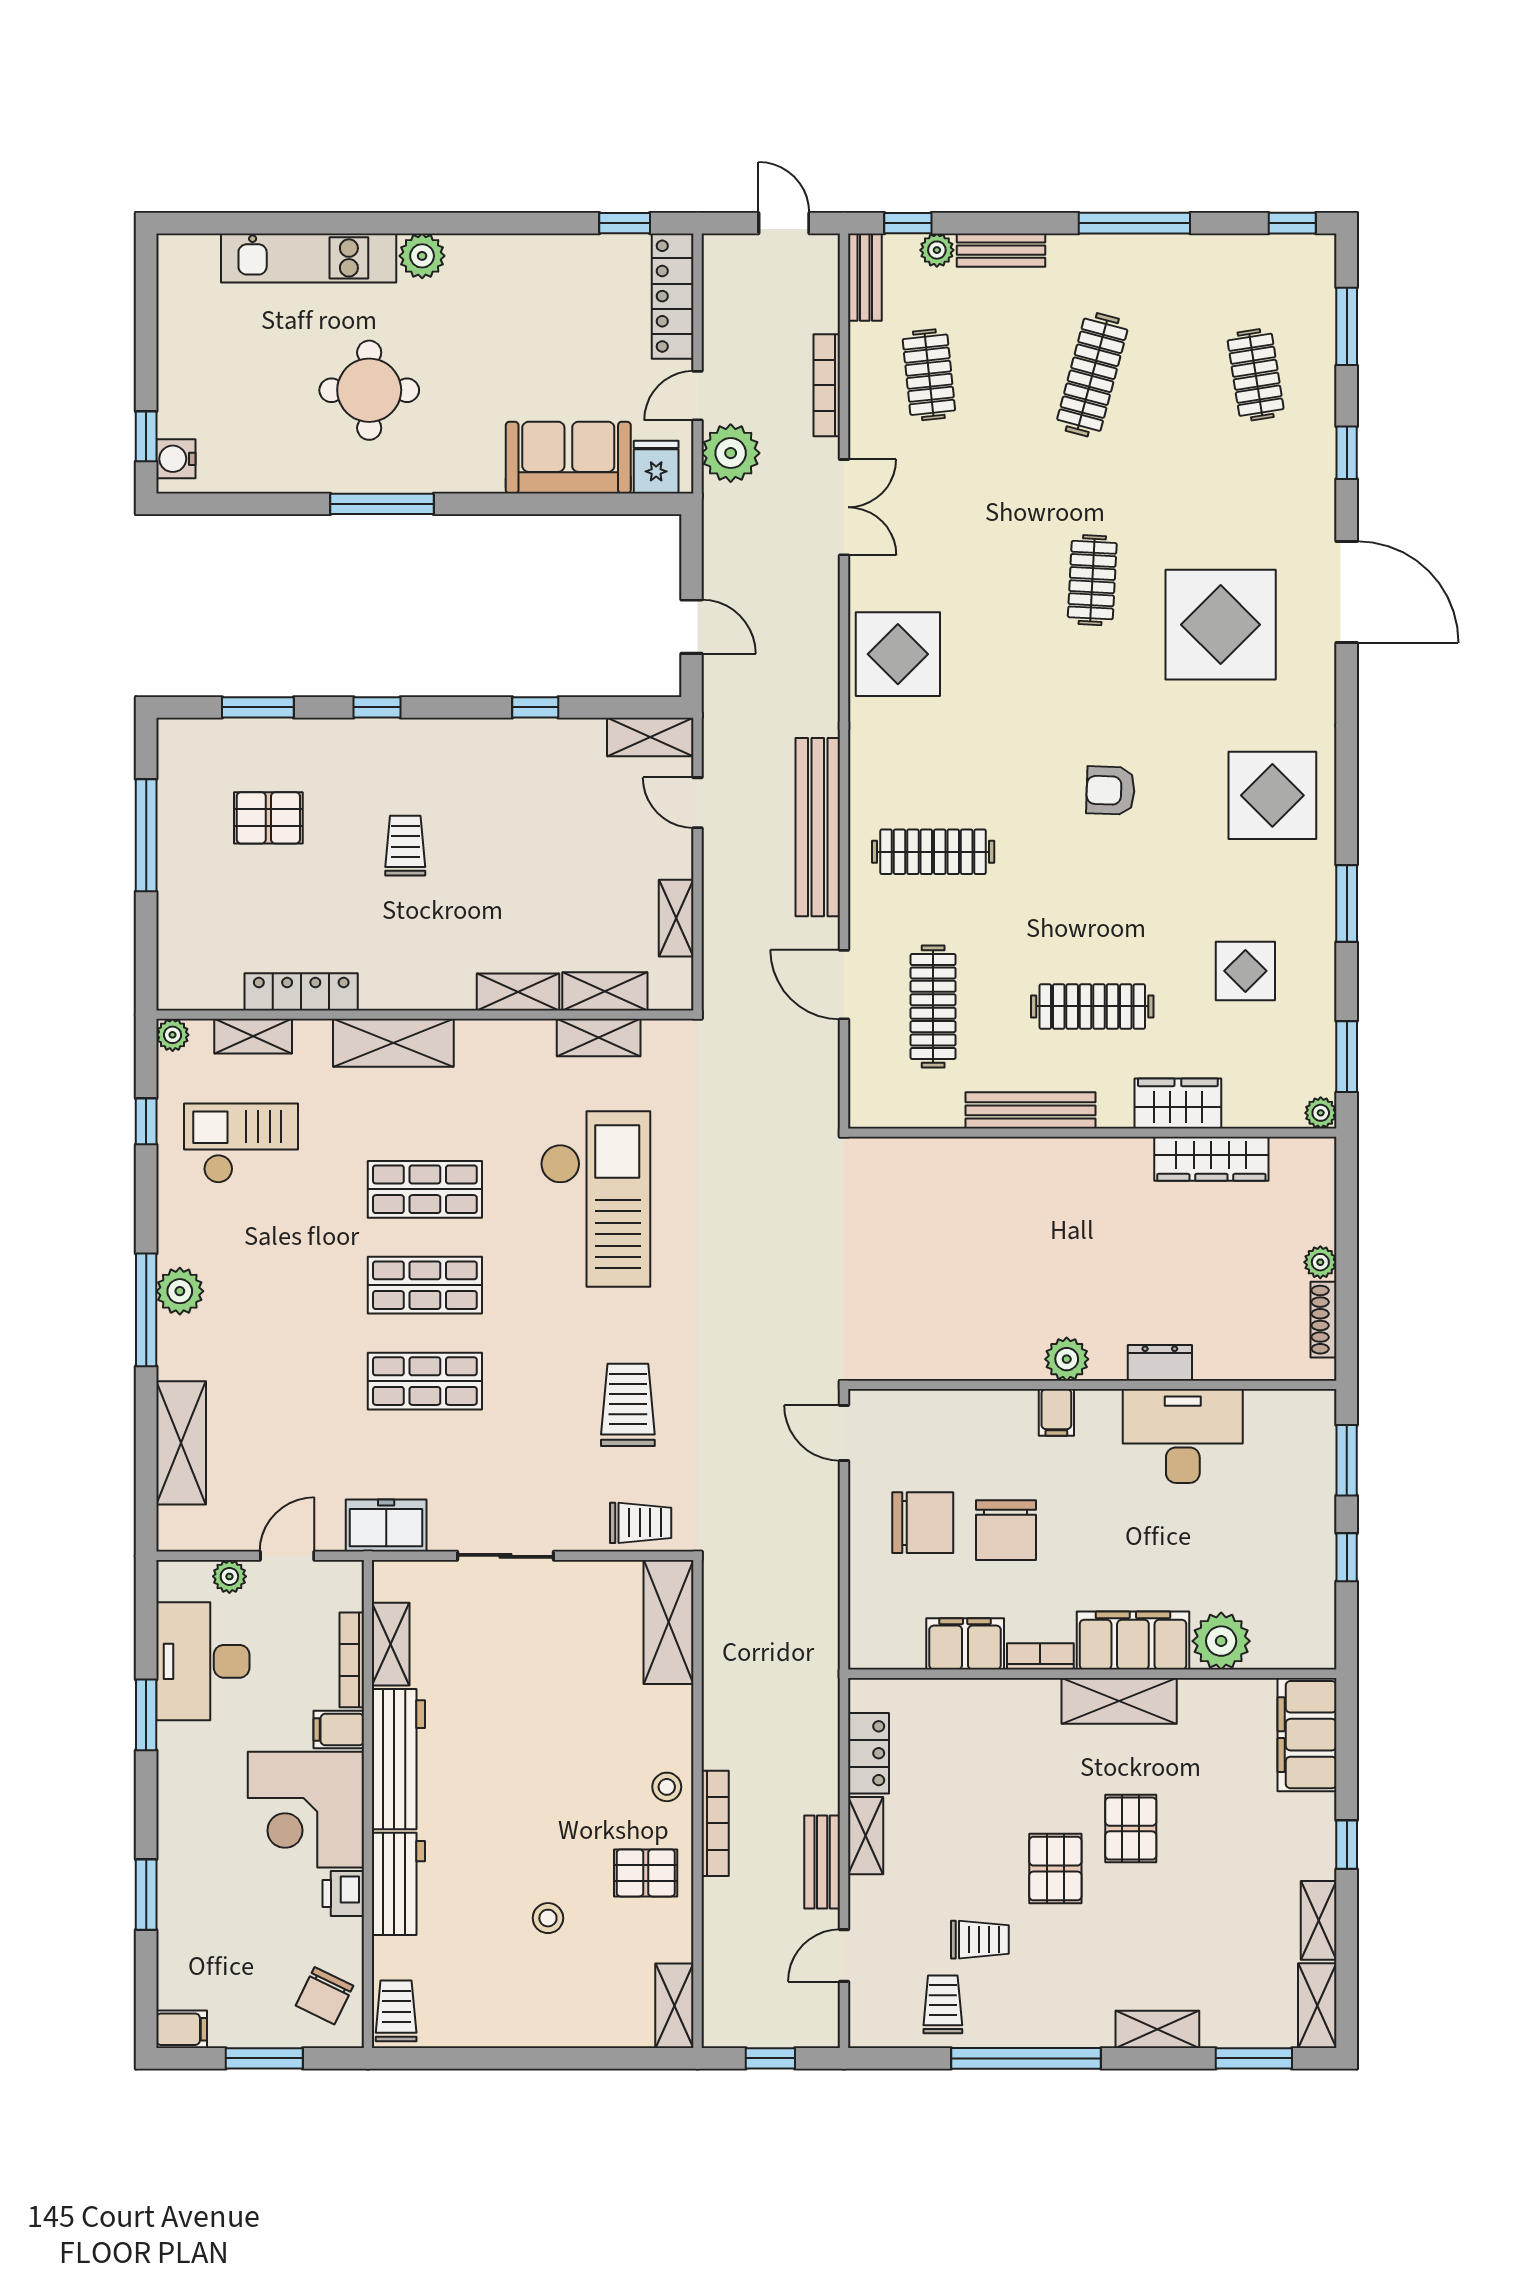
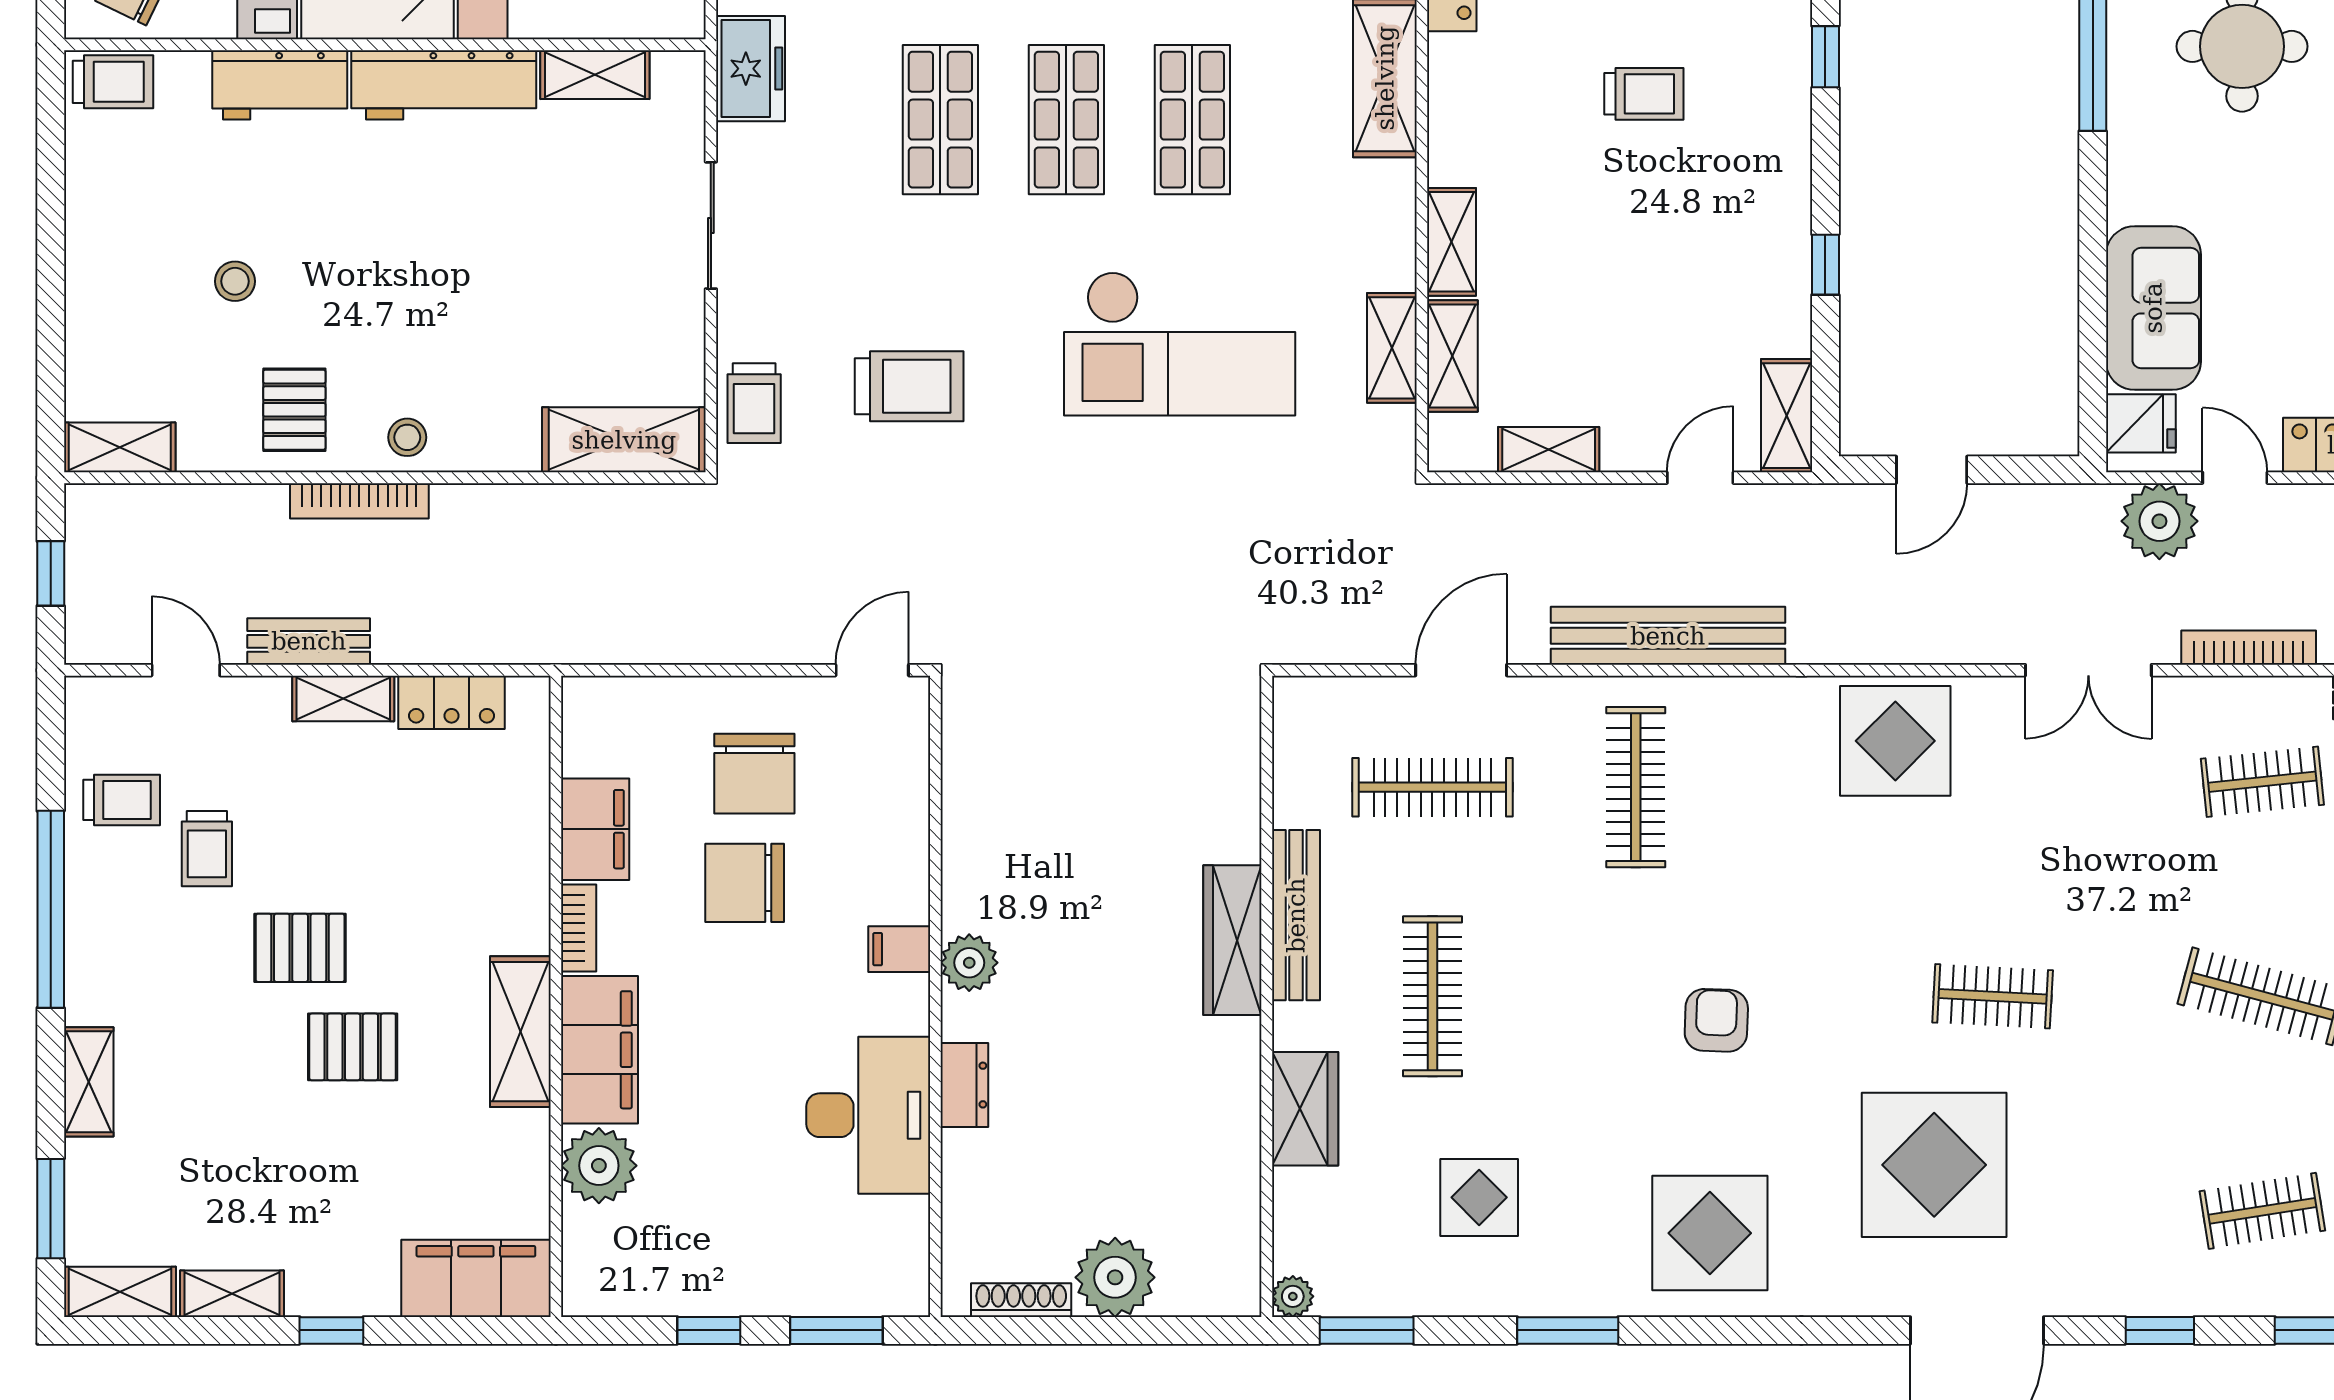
wardrobe: (1211, 1159) -> (1232, 940), moved
plant: (1320, 1262) -> (1115, 1277), width x1.87, depth x1.87
bookcase: (352, 1660) -> (574, 23), removed

